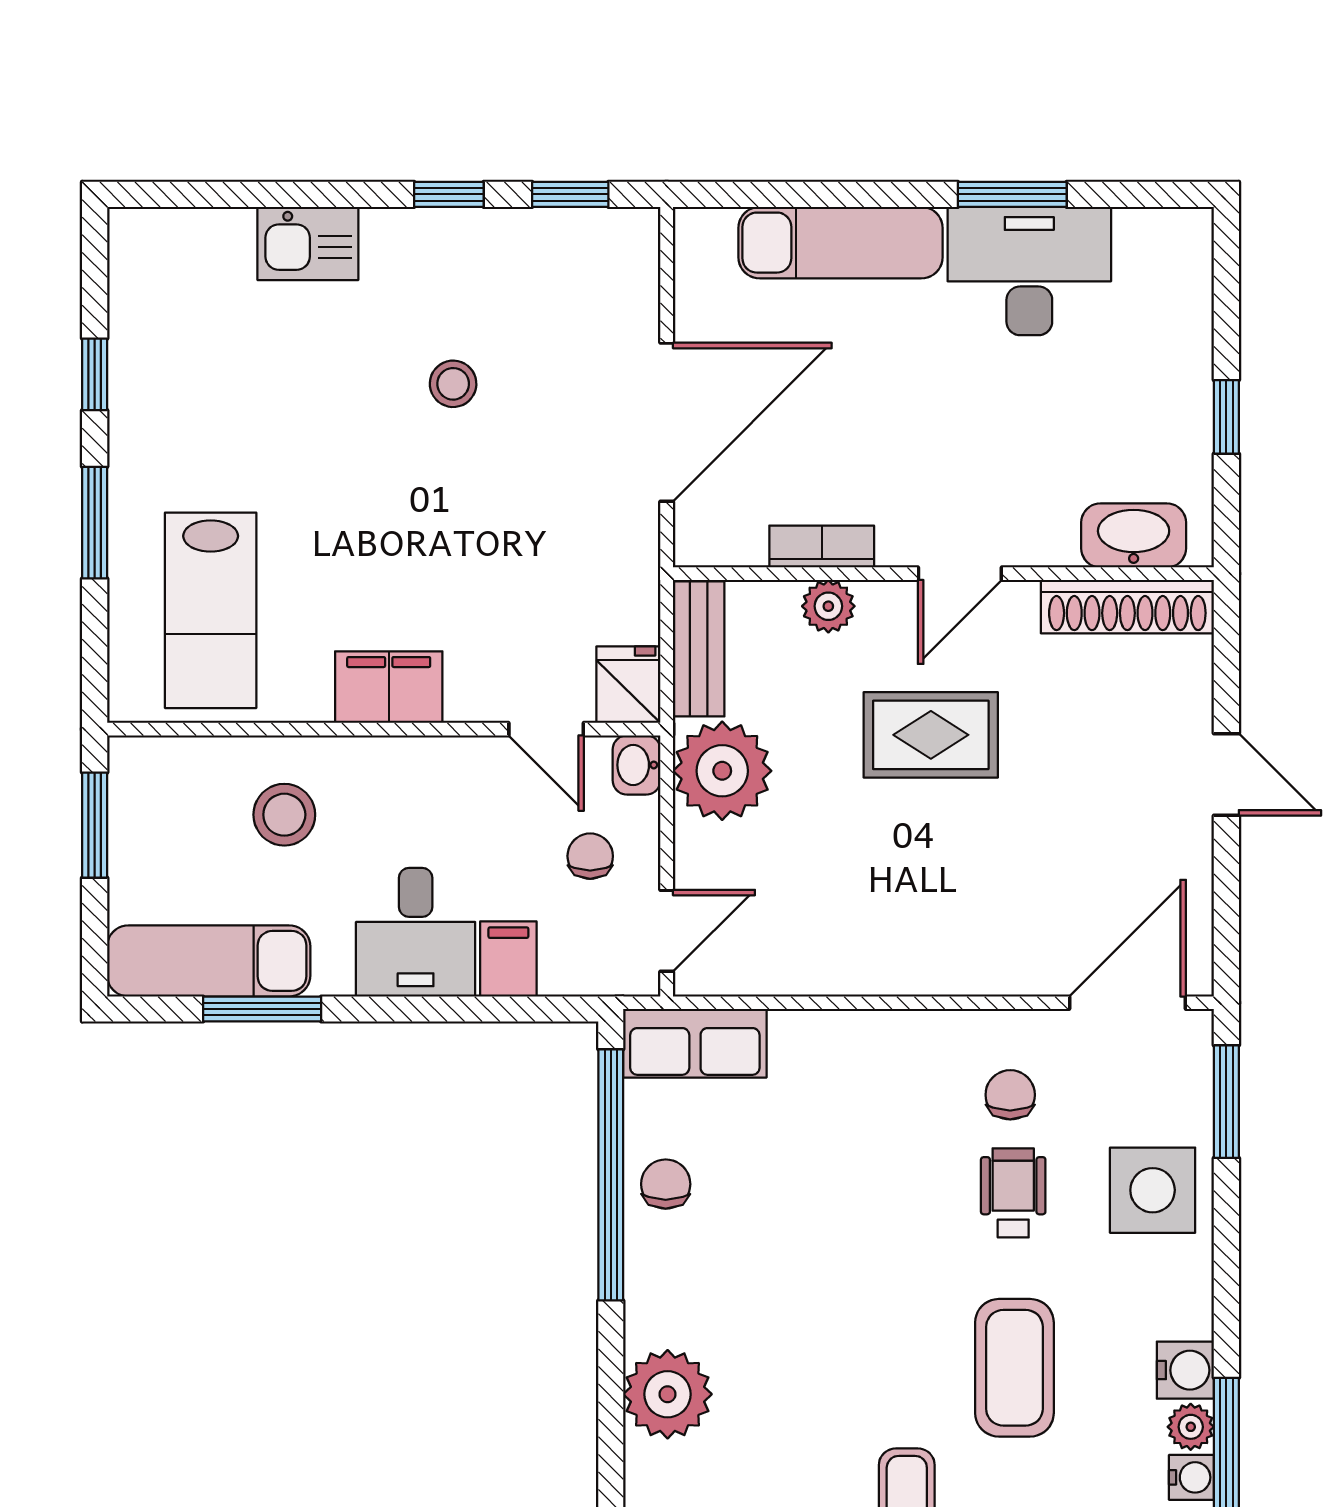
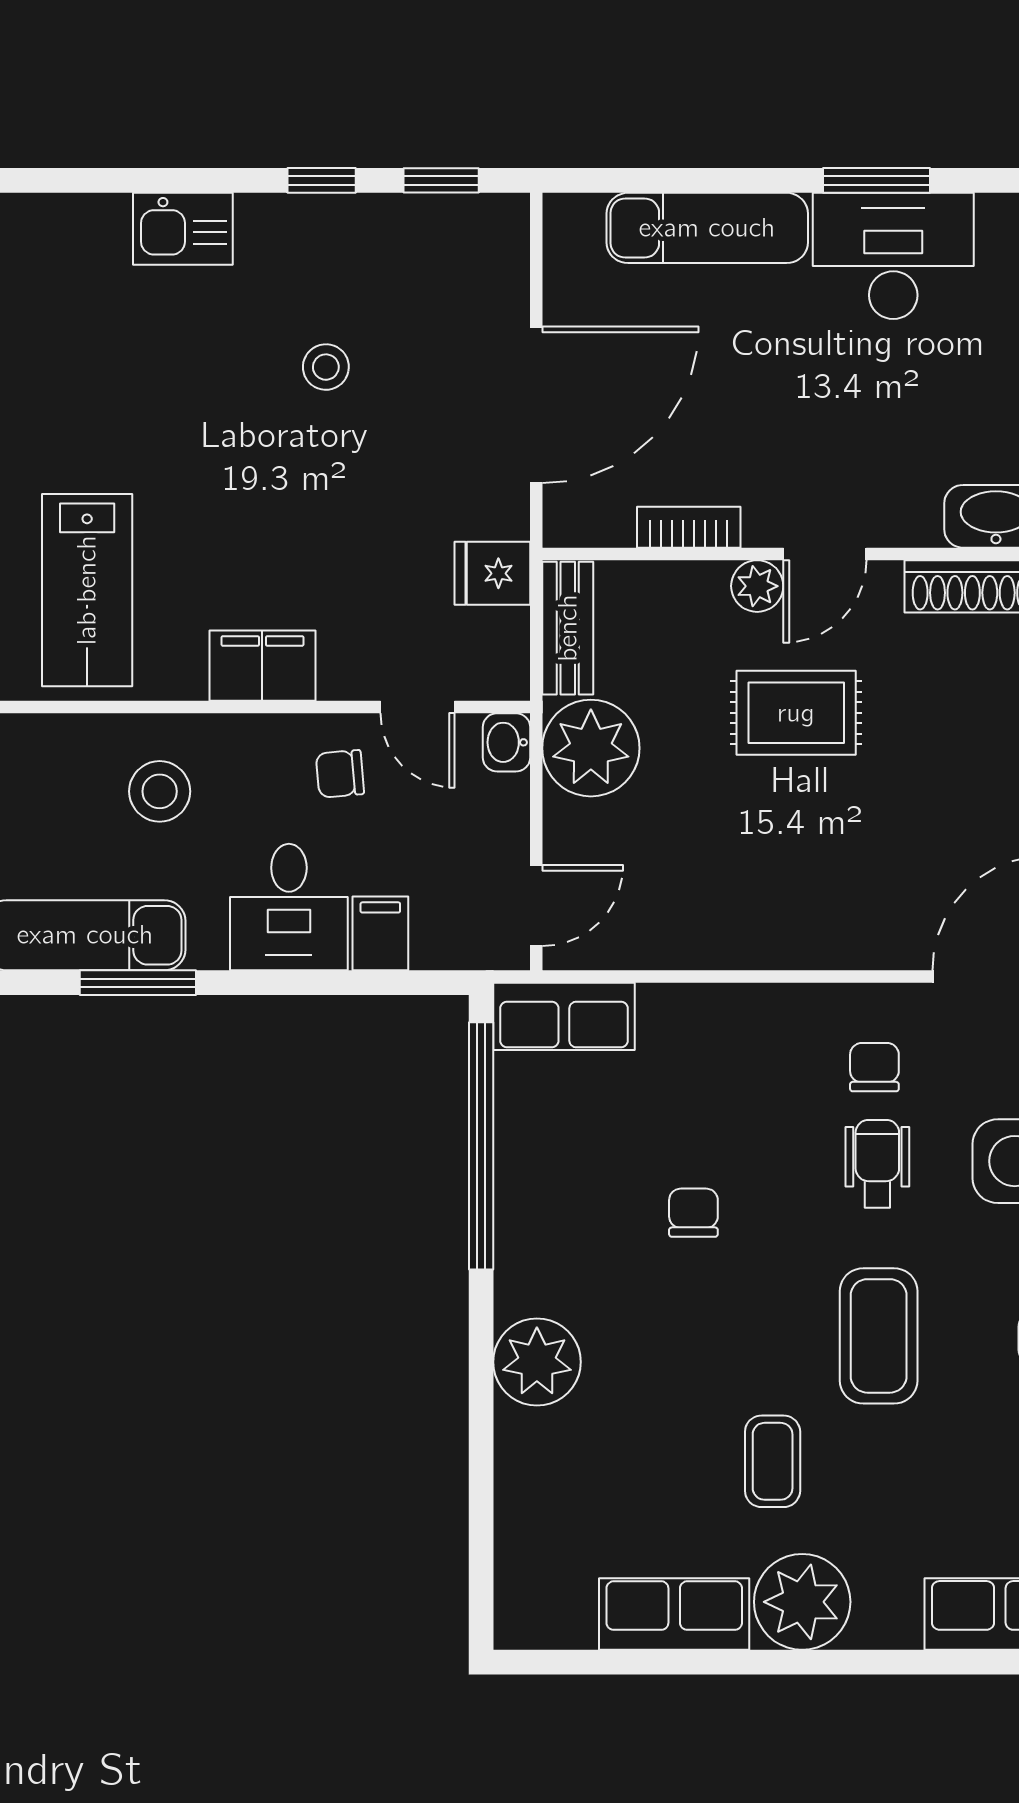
plant: (828, 606) -> (757, 586), moved
fridge: (628, 685) -> (492, 573), moved, turned -90
chair: (590, 856) -> (340, 774), moved, turned -95
chair: (666, 1184) -> (693, 1213), moved

